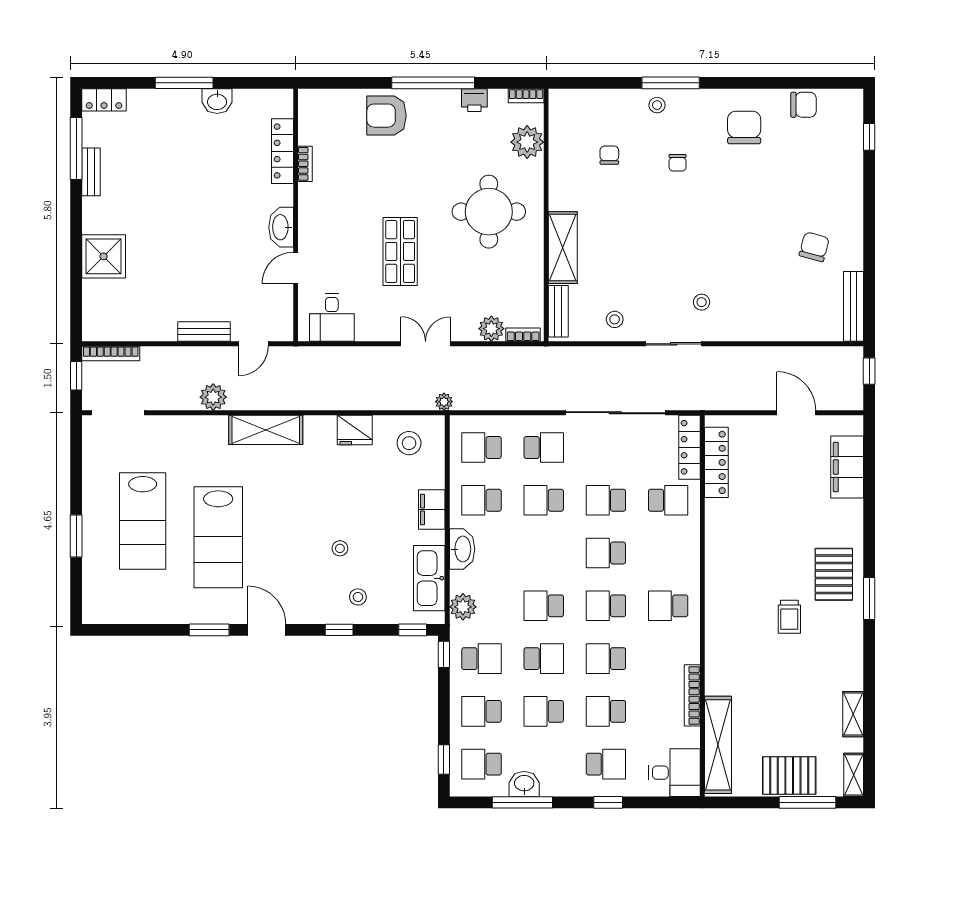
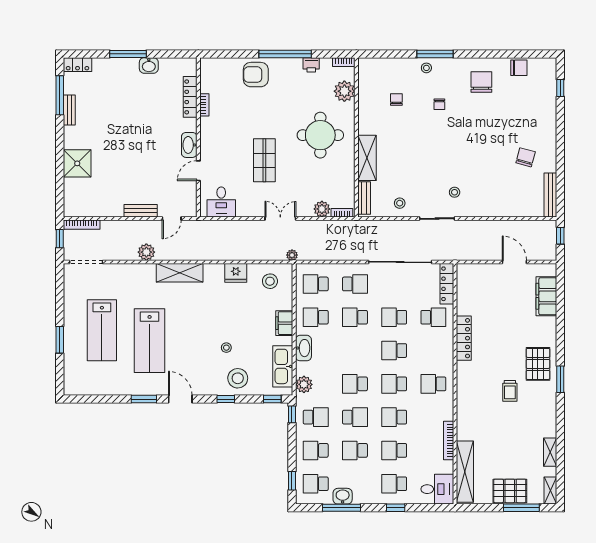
locker: (716, 462) -> (464, 338), moved
stool: (358, 597) -> (238, 378), width x1.89, depth x1.89
school desk: (606, 764) -> (394, 484), turned 180

